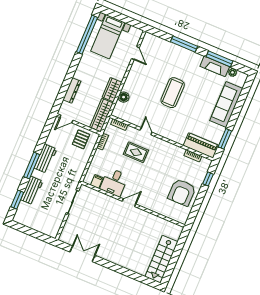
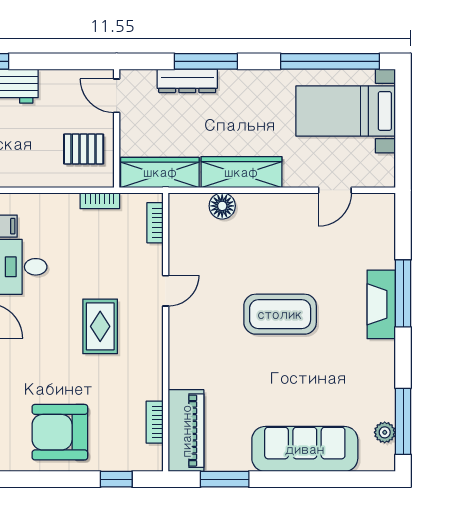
window: (219, 59) -> (403, 421), moved
fireplace: (215, 66) -> (381, 304), moved
window: (68, 81) -> (206, 61), added
wardrobe: (112, 90) -> (241, 172), width x1.50
rug: (136, 152) -> (100, 326), moved

